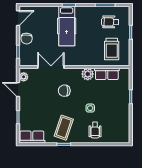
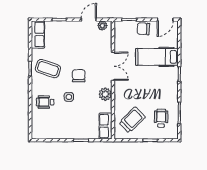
door: (18, 18) -> (165, 20), hinge flipped
hospital bed: (67, 26) -> (157, 57), moved
trolley: (112, 49) -> (132, 120), turned 136
double door: (51, 67) -> (113, 66), moved
row of seats: (107, 74) -> (106, 126), moved
chair: (64, 91) -> (79, 76), moved

